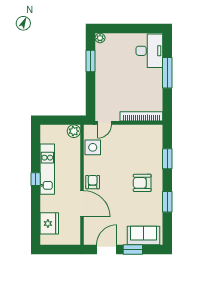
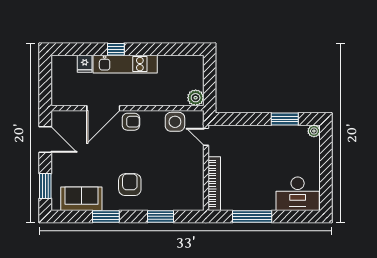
window: (167, 73) -> (252, 216), moved
kitchen unit: (47, 169) -> (125, 64), moved
window: (36, 179) -> (116, 49), moved
fridge: (49, 223) -> (85, 64), width x0.53, depth x0.75
sofa: (144, 236) -> (81, 199), moved, turned -90
window: (133, 249) -> (45, 186), moved

